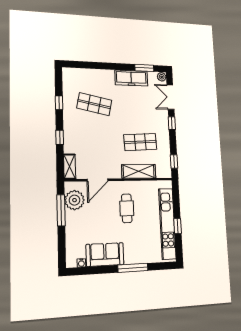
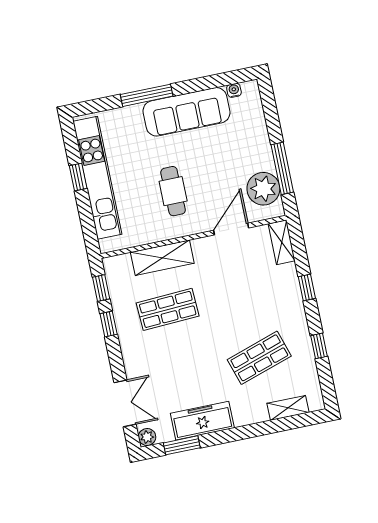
shelving: (83, 73) -> (288, 408), added
shop shelf: (94, 104) -> (259, 358), turned -30
window: (172, 123) -> (109, 324), moved
sofa: (105, 255) -> (186, 112), width x1.36

